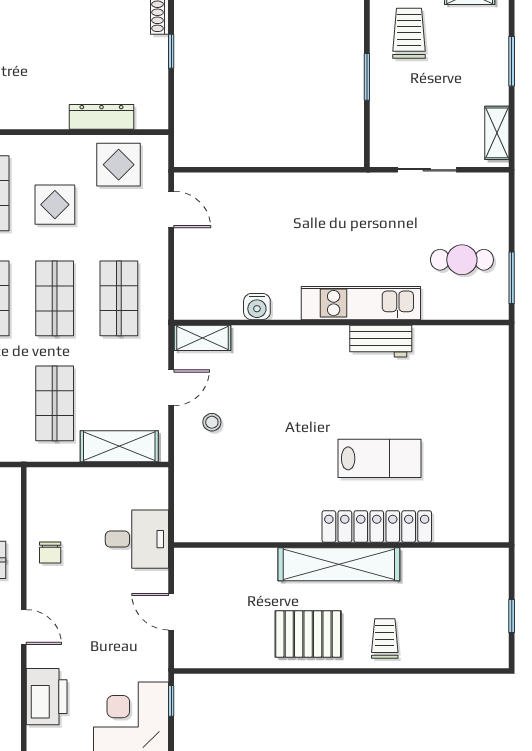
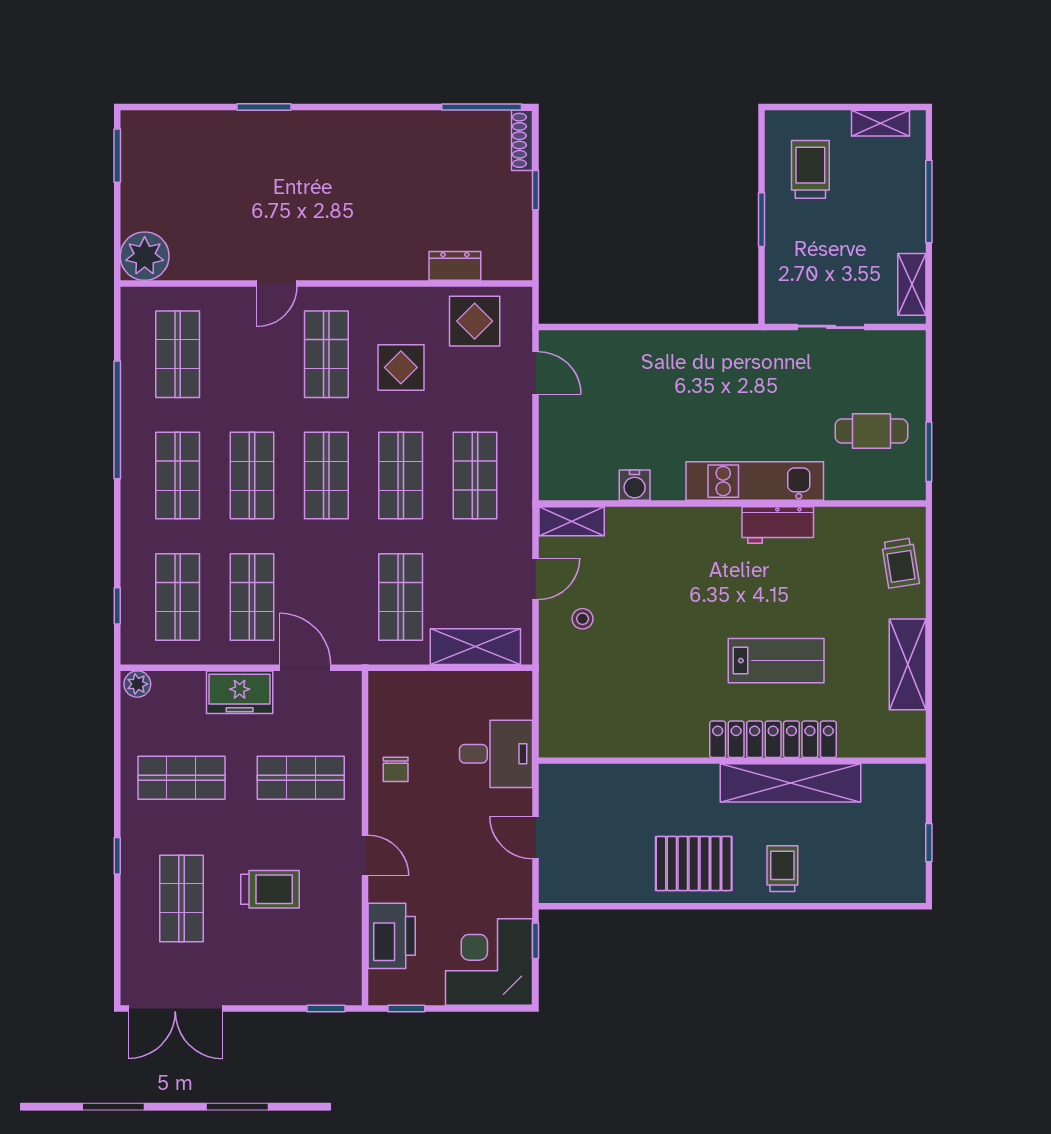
window: (512, 61) -> (929, 202), width x1.44
dresser: (101, 117) -> (455, 266), width x0.70
trolley: (487, 374) -> (900, 563), added
shelving: (493, 462) -> (908, 664), added
shelving: (339, 564) -> (790, 783), moved

